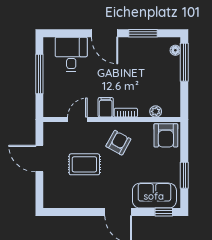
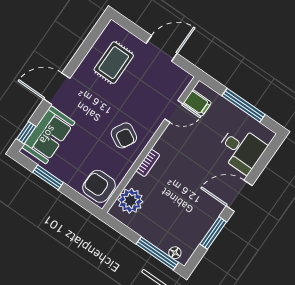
filing cabinet: (106, 107) -> (197, 103), moved
plant: (156, 111) -> (130, 201), width x1.88, depth x1.88
door: (77, 120) -> (174, 111), hinge flipped
rug: (84, 164) -> (114, 63), moved

